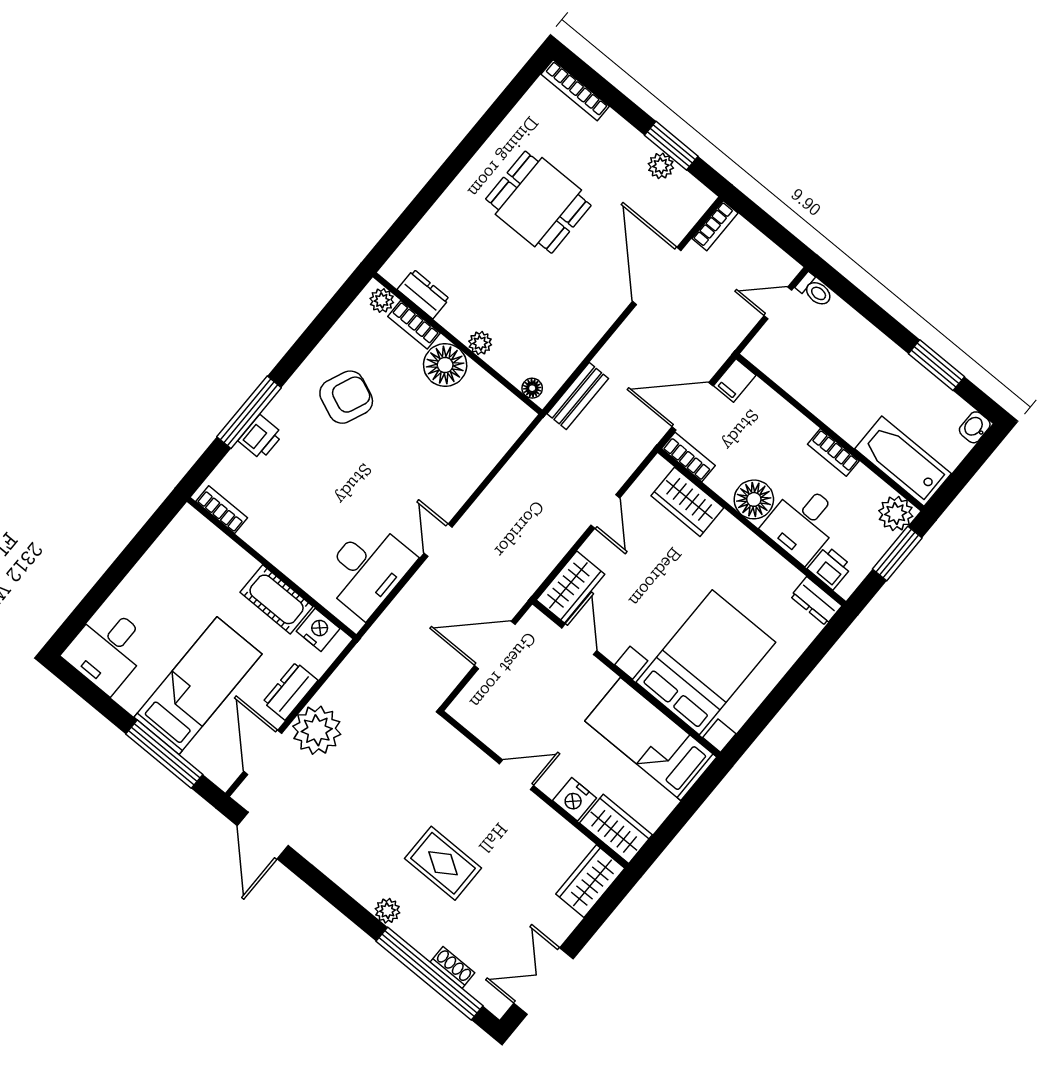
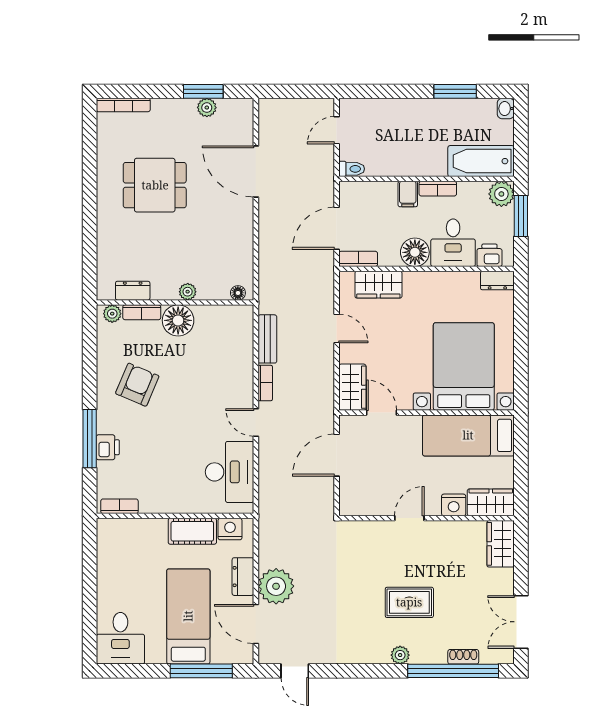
bookcase: (715, 226) -> (265, 383), moved
toilet: (815, 290) -> (352, 169), moved
filing cabinet: (735, 380) -> (408, 194), moved
bench: (578, 396) -> (267, 339), moved
door: (263, 836) -> (295, 671), width x0.73

